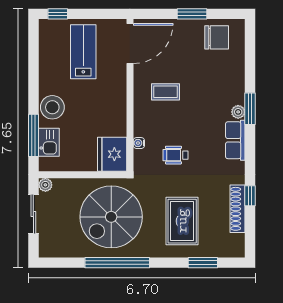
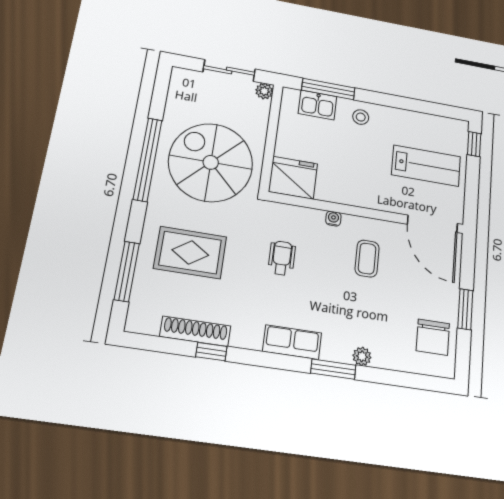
stool: (52, 107) -> (361, 117), width x0.53, depth x0.53
plant: (238, 112) -> (362, 356), moved
water cooler: (139, 143) -> (333, 219), moved
window: (203, 263) -> (127, 271), width x1.44

